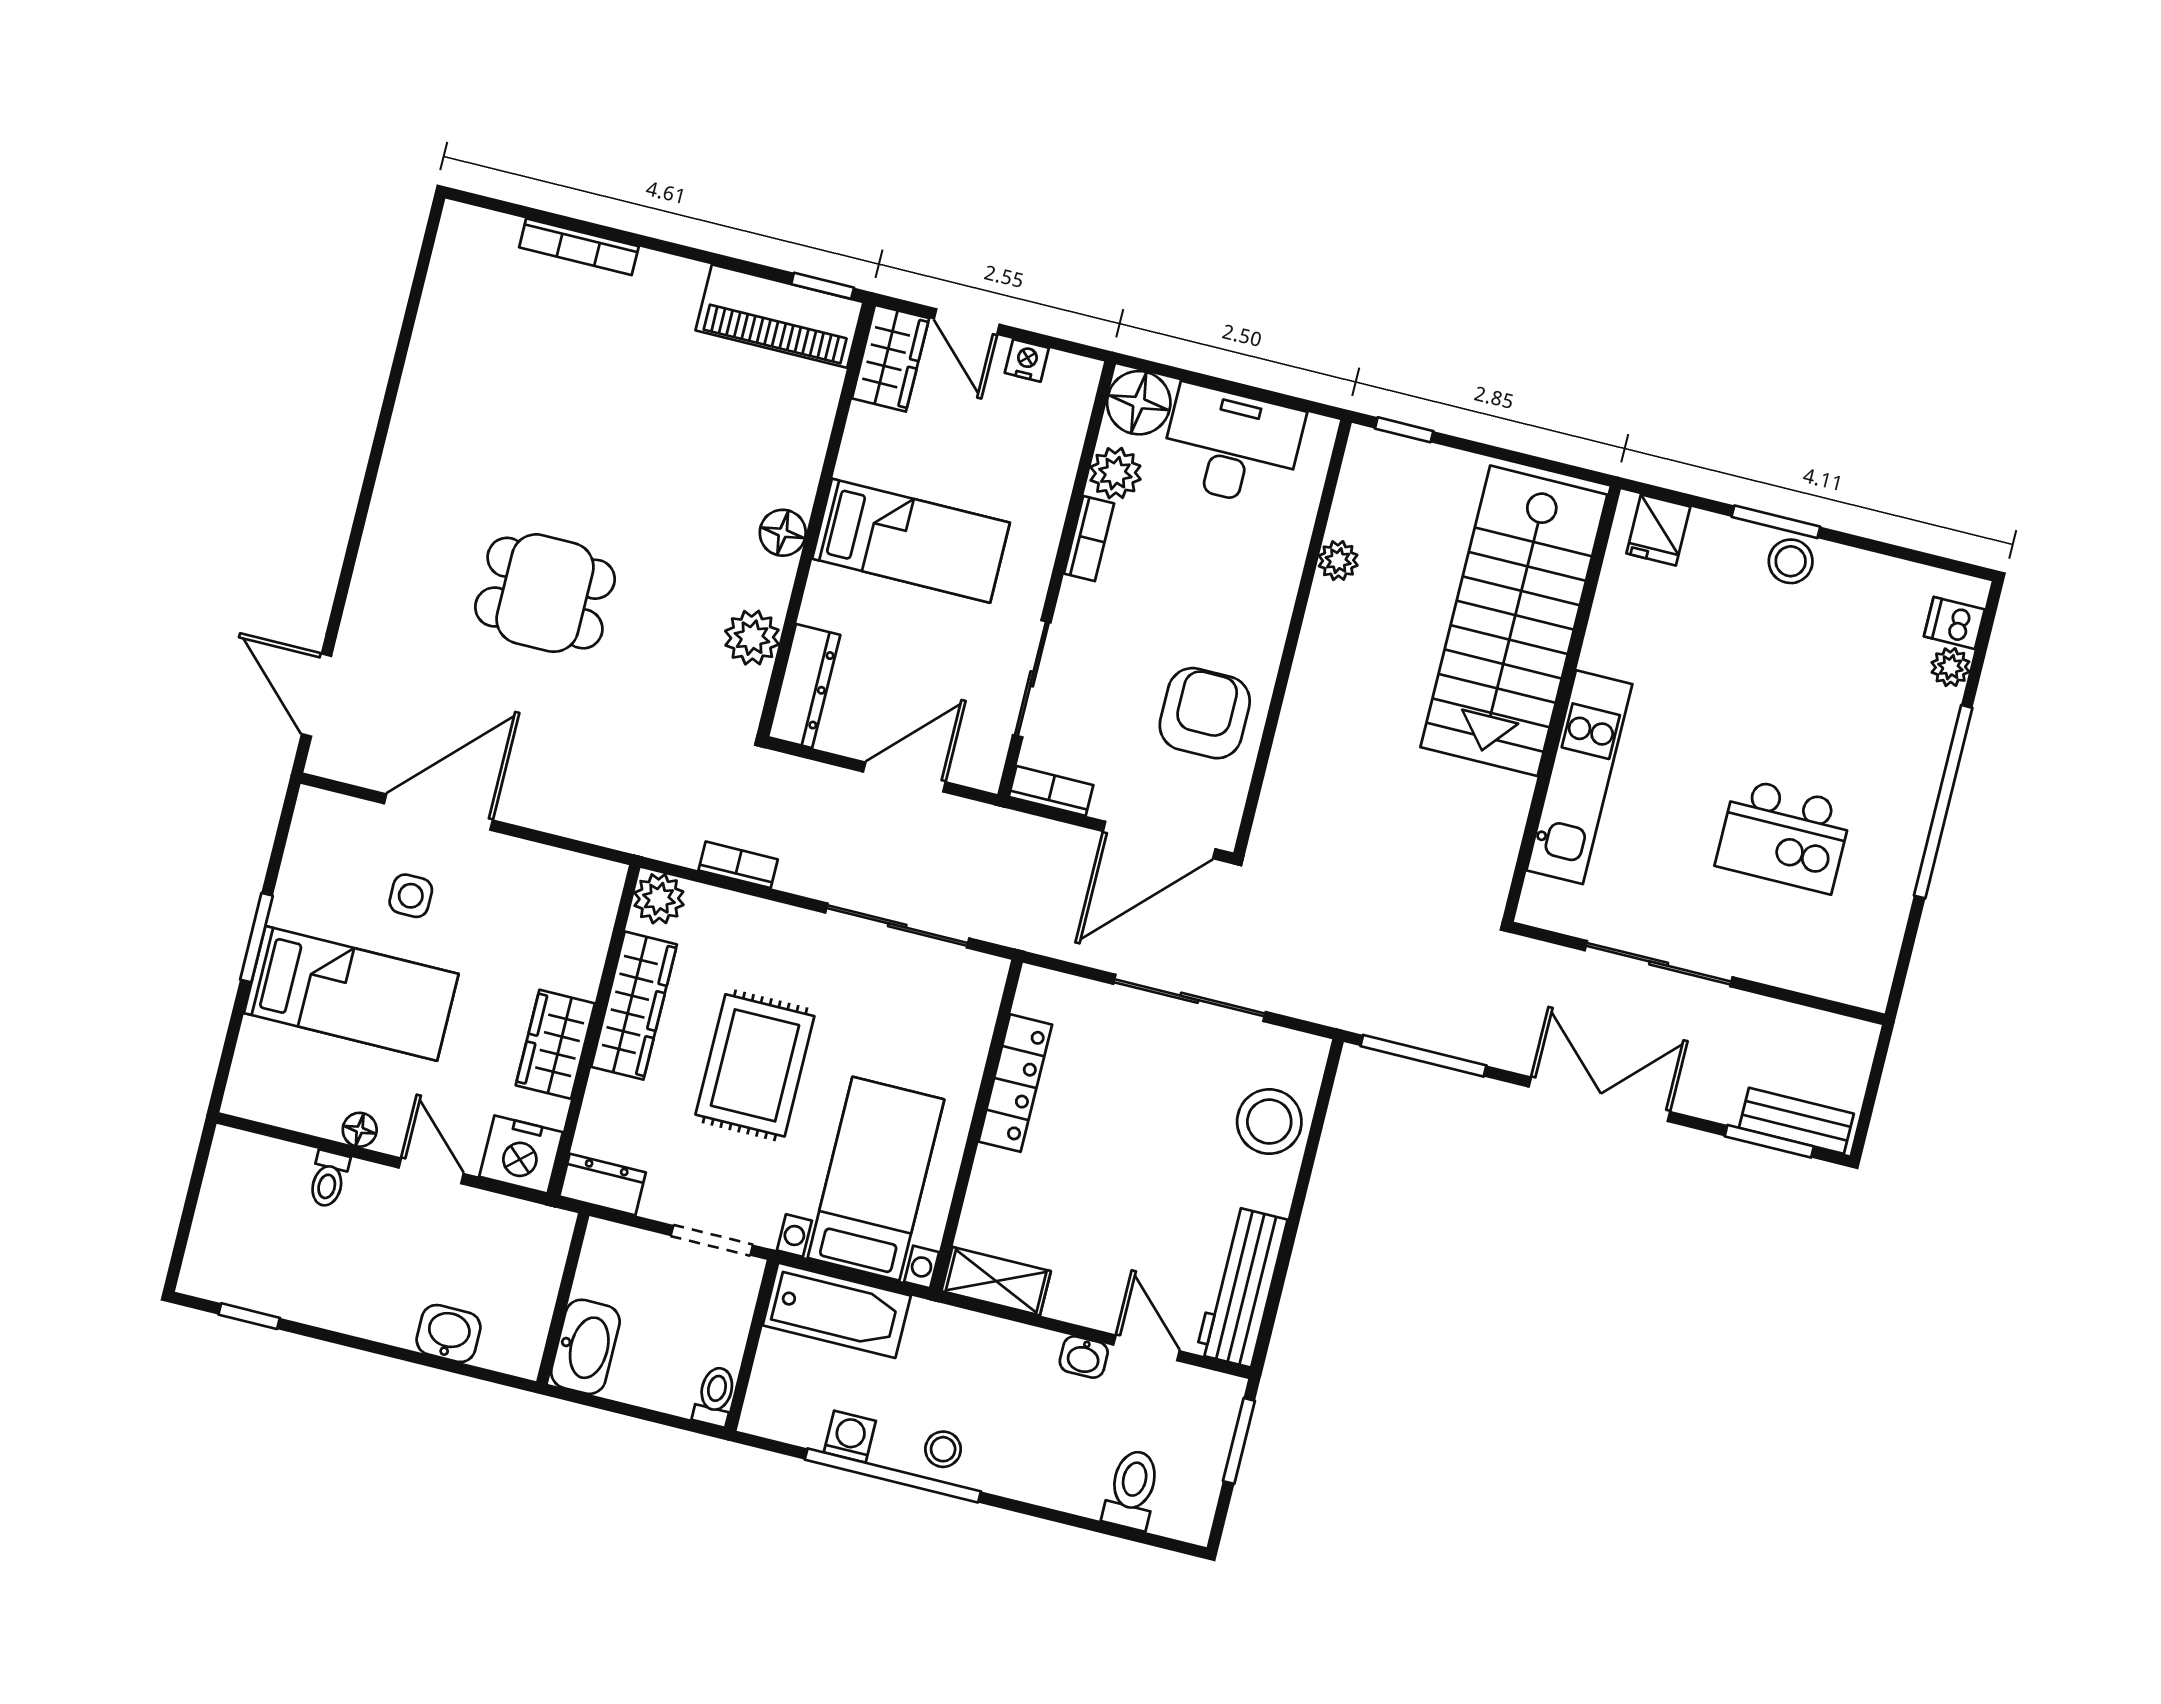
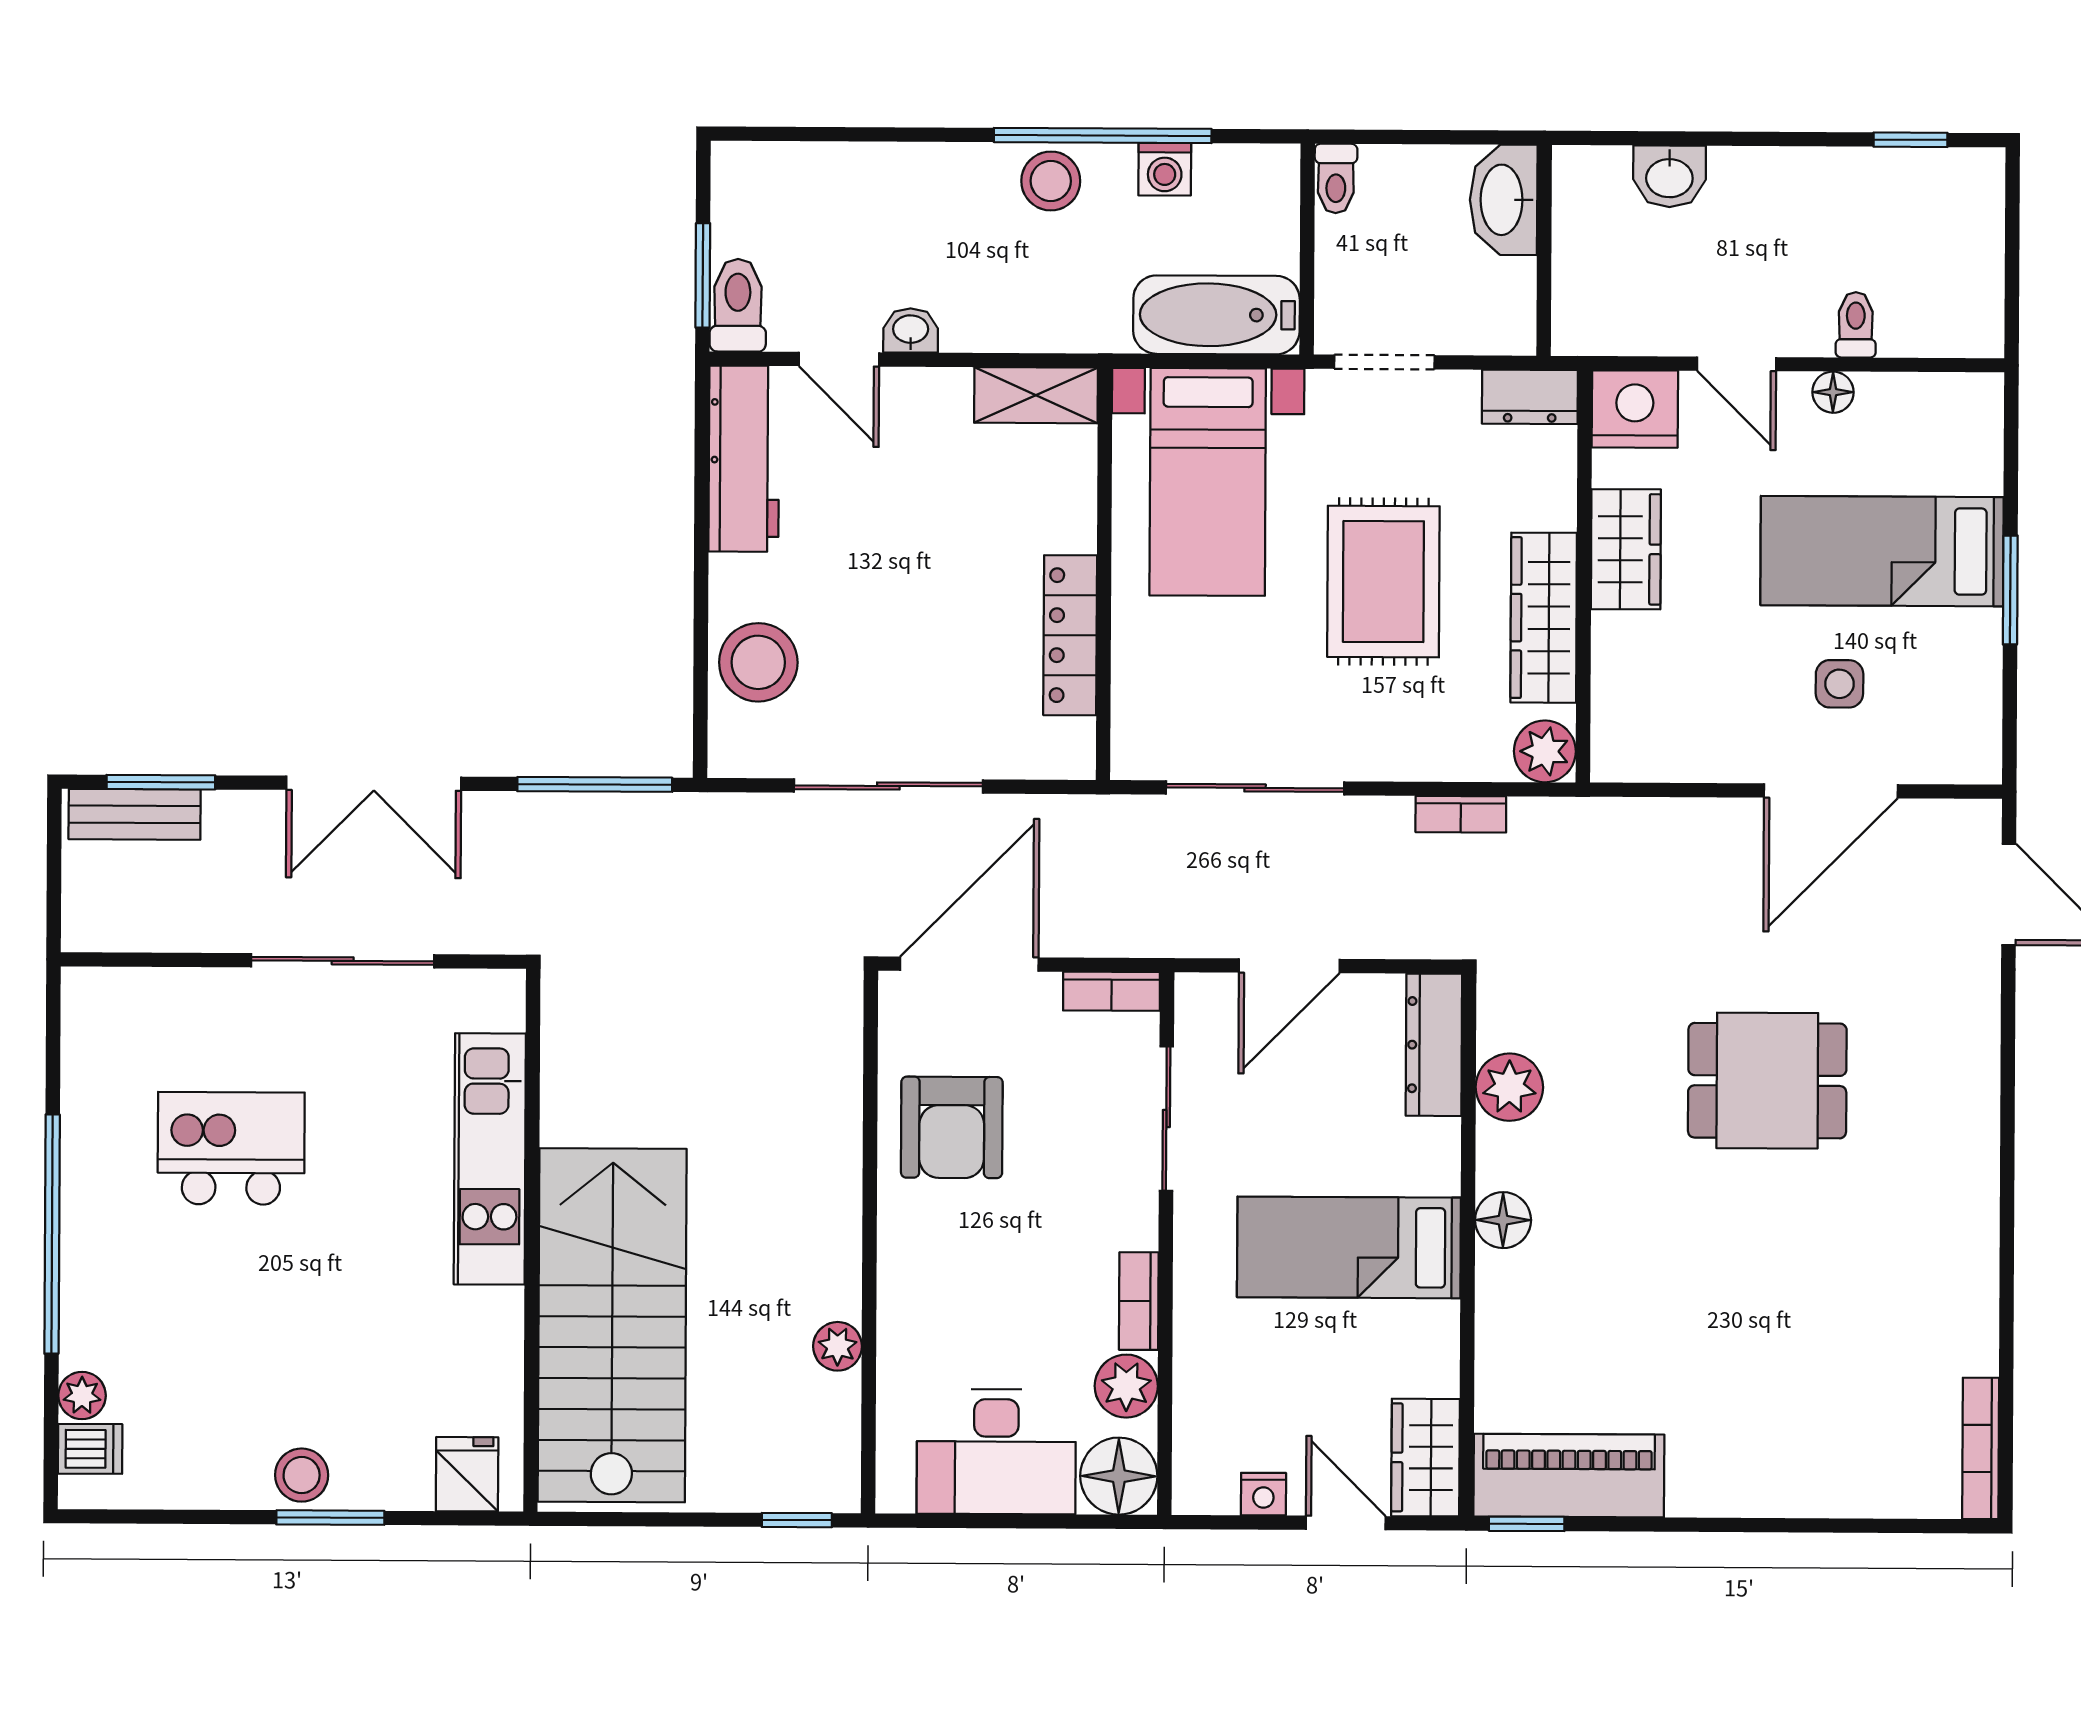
bookcase: (579, 247) -> (1981, 1448), moved, turned -90
stool: (943, 1449) -> (1051, 181), width x1.37, depth x1.37
toilet: (1132, 1489) -> (738, 305), moved, turned 180

